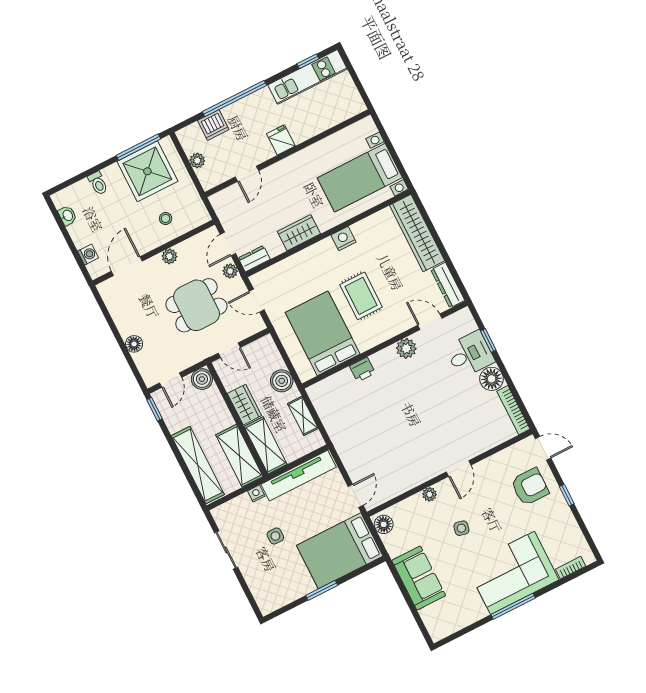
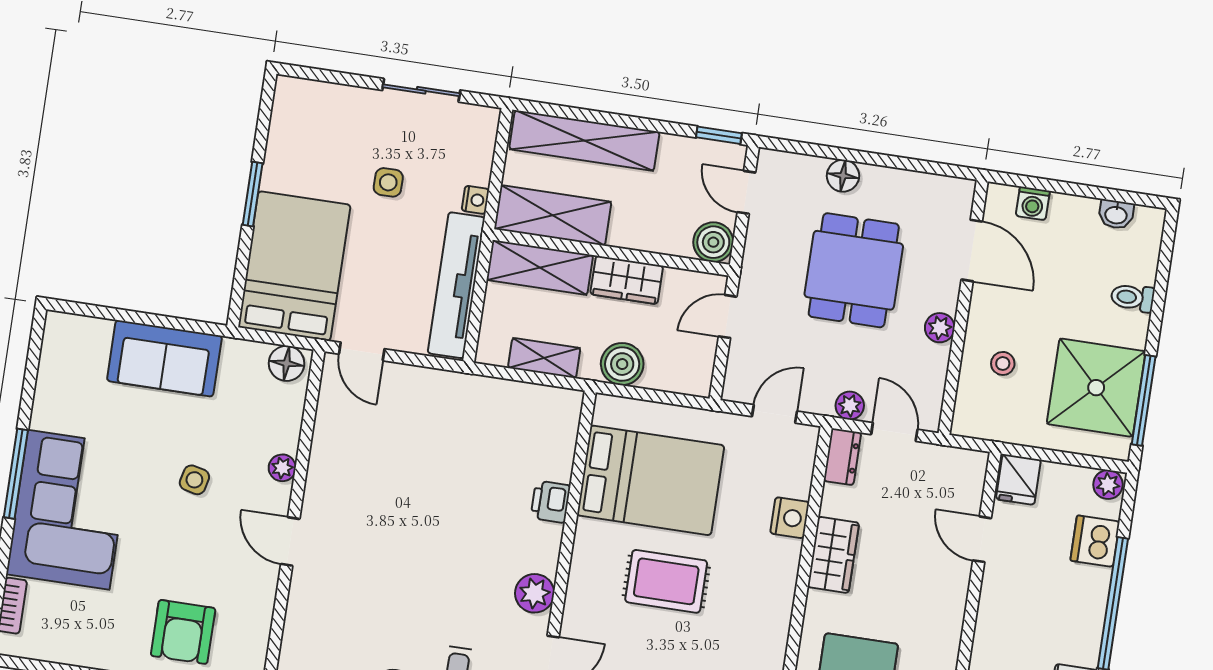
fridge: (281, 140) -> (1018, 479), moved, turned 90
plant: (197, 161) -> (1108, 485), moved
nightstand: (343, 239) -> (790, 518), moved
dining table: (196, 305) -> (854, 270), moved

